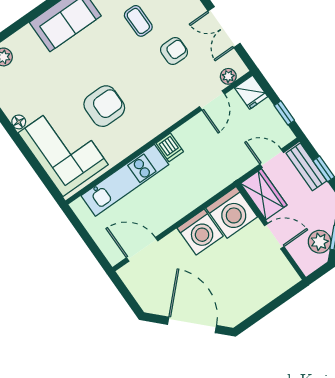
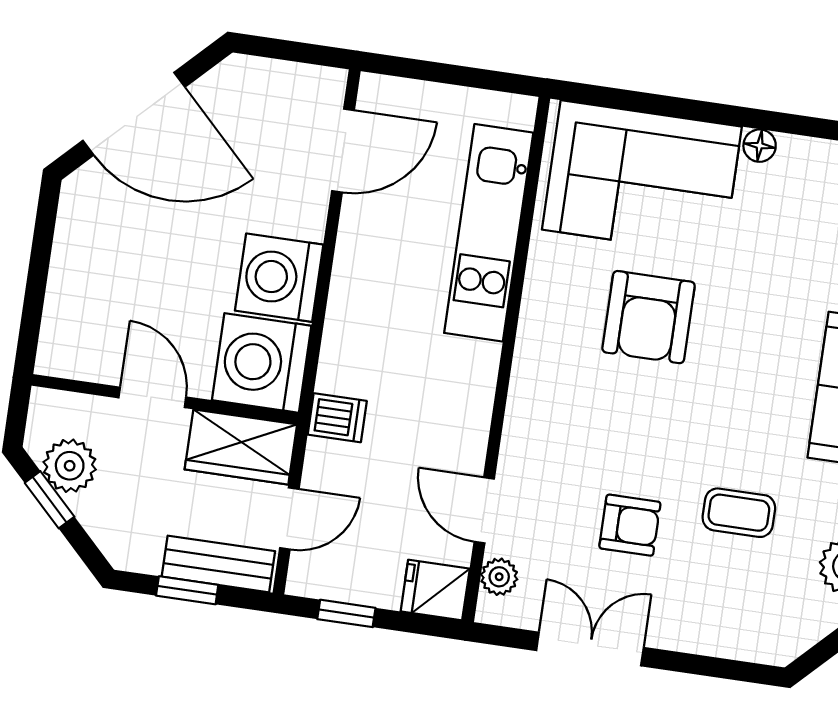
armchair: (174, 51) -> (630, 525), turned -90
dishwasher: (170, 147) -> (337, 418), moved, turned 180
door: (274, 236) -> (152, 397), swing flipped

